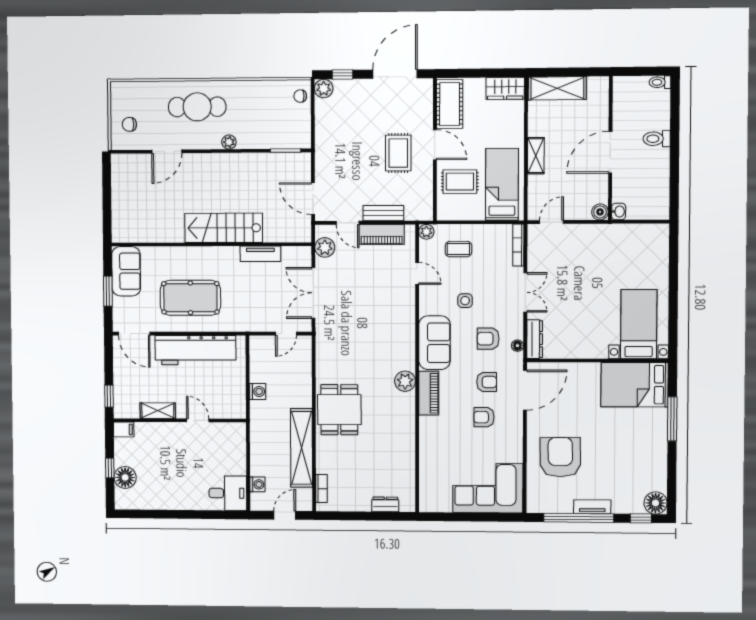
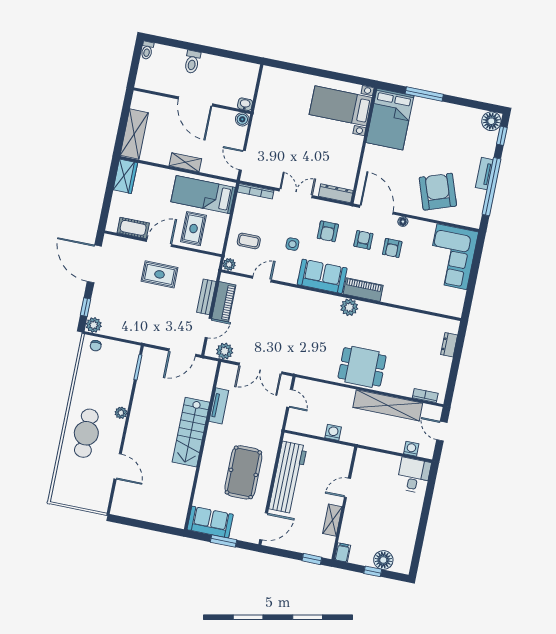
cot: (450, 104) -> (133, 228), width x0.73, depth x0.75
chair: (129, 124) -> (89, 493), removed
coffee table: (458, 249) -> (249, 241), turned 90
floor lamp: (517, 346) -> (403, 222), moved
armchair: (560, 457) -> (438, 192), turned 72

